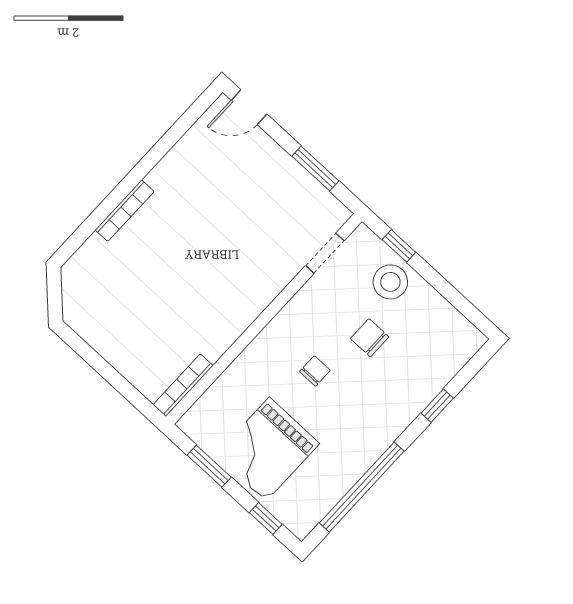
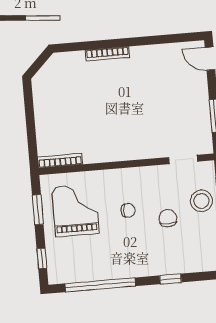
grand piano: (268, 449) -> (75, 210), moved, turned 90

